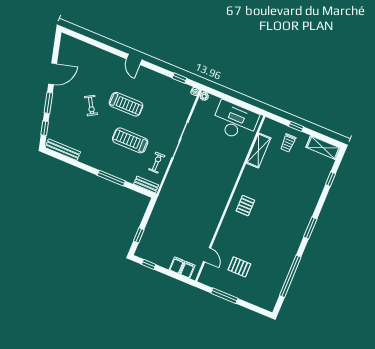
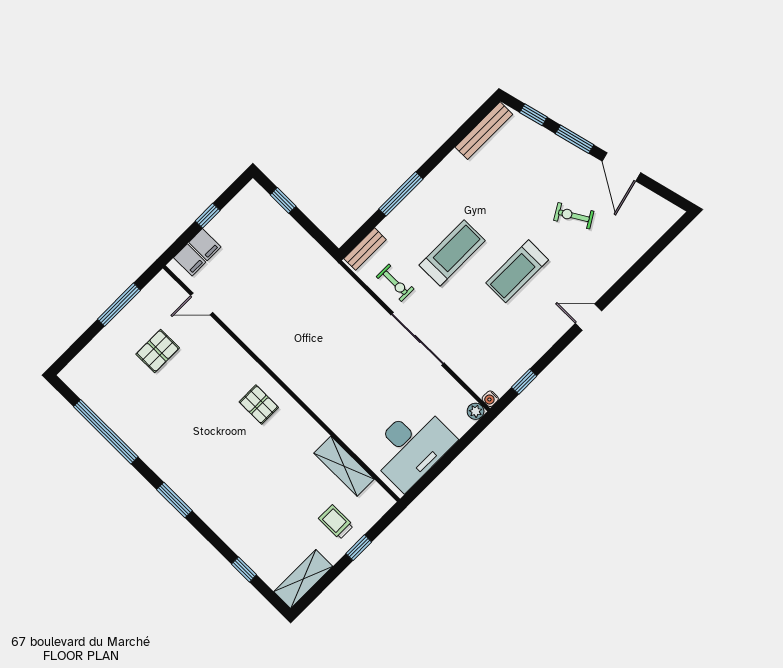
exercise bike: (91, 106) -> (574, 216), moved
window: (149, 264) -> (208, 216), moved

